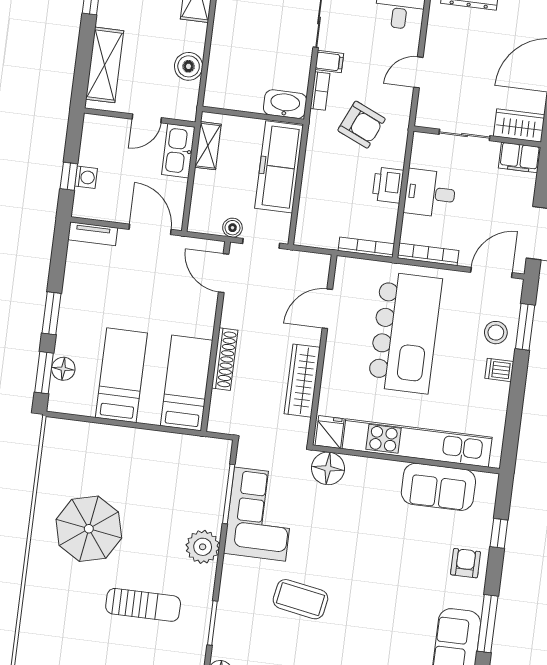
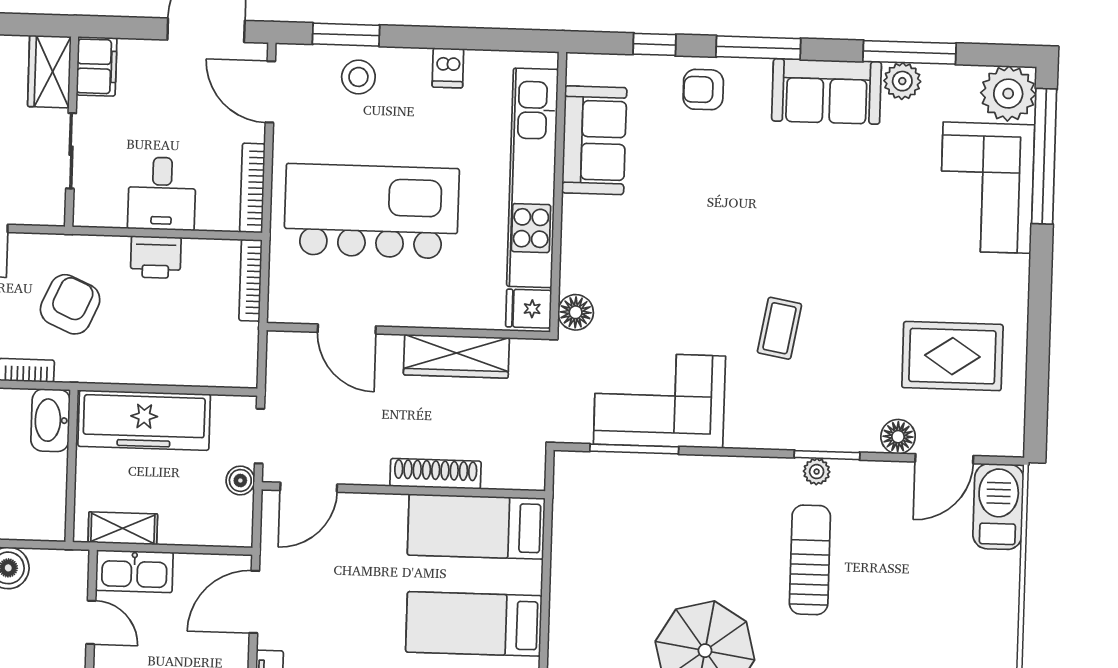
dishwasher: (499, 370) -> (448, 68), moved
floor lamp: (328, 468) -> (576, 312), width x0.73, depth x0.73
plant: (203, 547) -> (817, 472), moved, width x0.53, depth x0.53
coffee table: (300, 599) -> (779, 328), width x0.73, depth x0.77
window: (488, 624) -> (758, 48), moved

